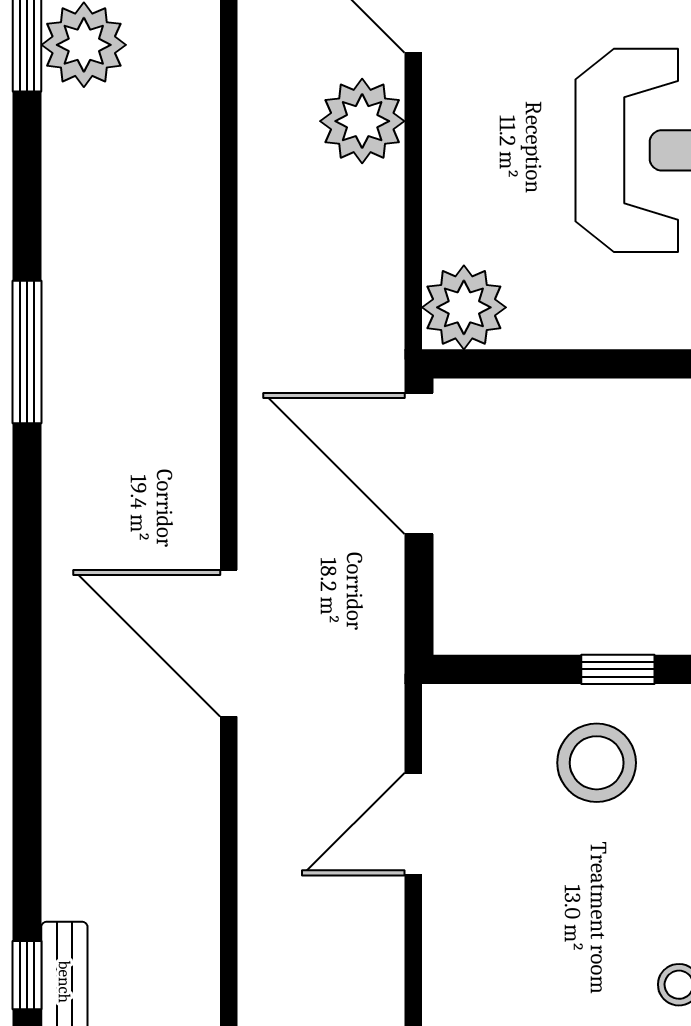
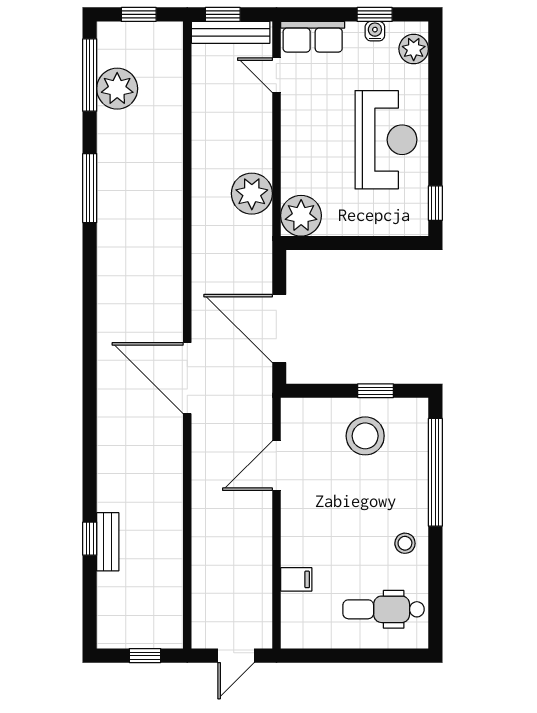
plant: (362, 121) -> (252, 194), moved
window: (27, 352) -> (90, 188), moved
door: (419, 463) -> (279, 329), moved

